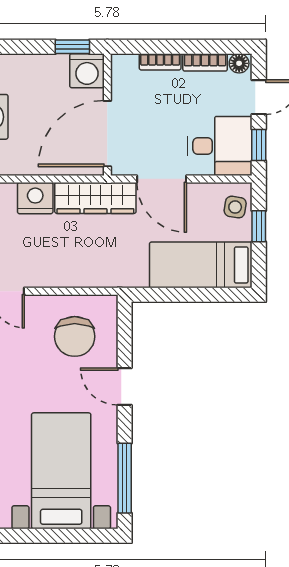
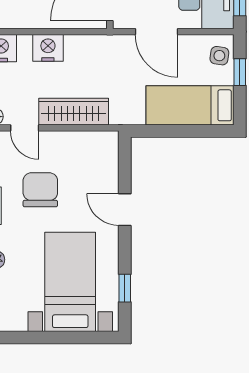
wardrobe: (95, 198) -> (74, 112), moved, turned 180
chair: (75, 336) -> (40, 190), moved, turned 180
window: (125, 478) -> (125, 288), width x0.46

